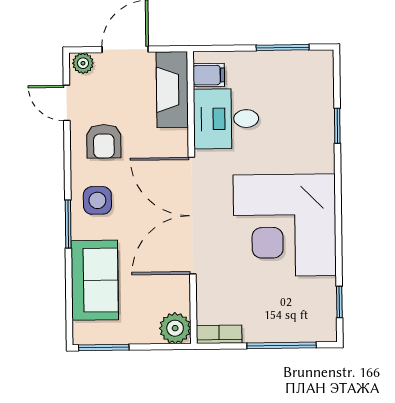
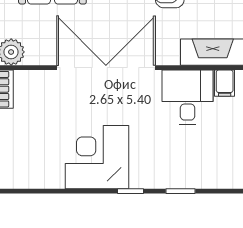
corner desk: (285, 225) -> (97, 157), width x0.74, depth x0.74
window: (339, 302) -> (130, 191), moved

